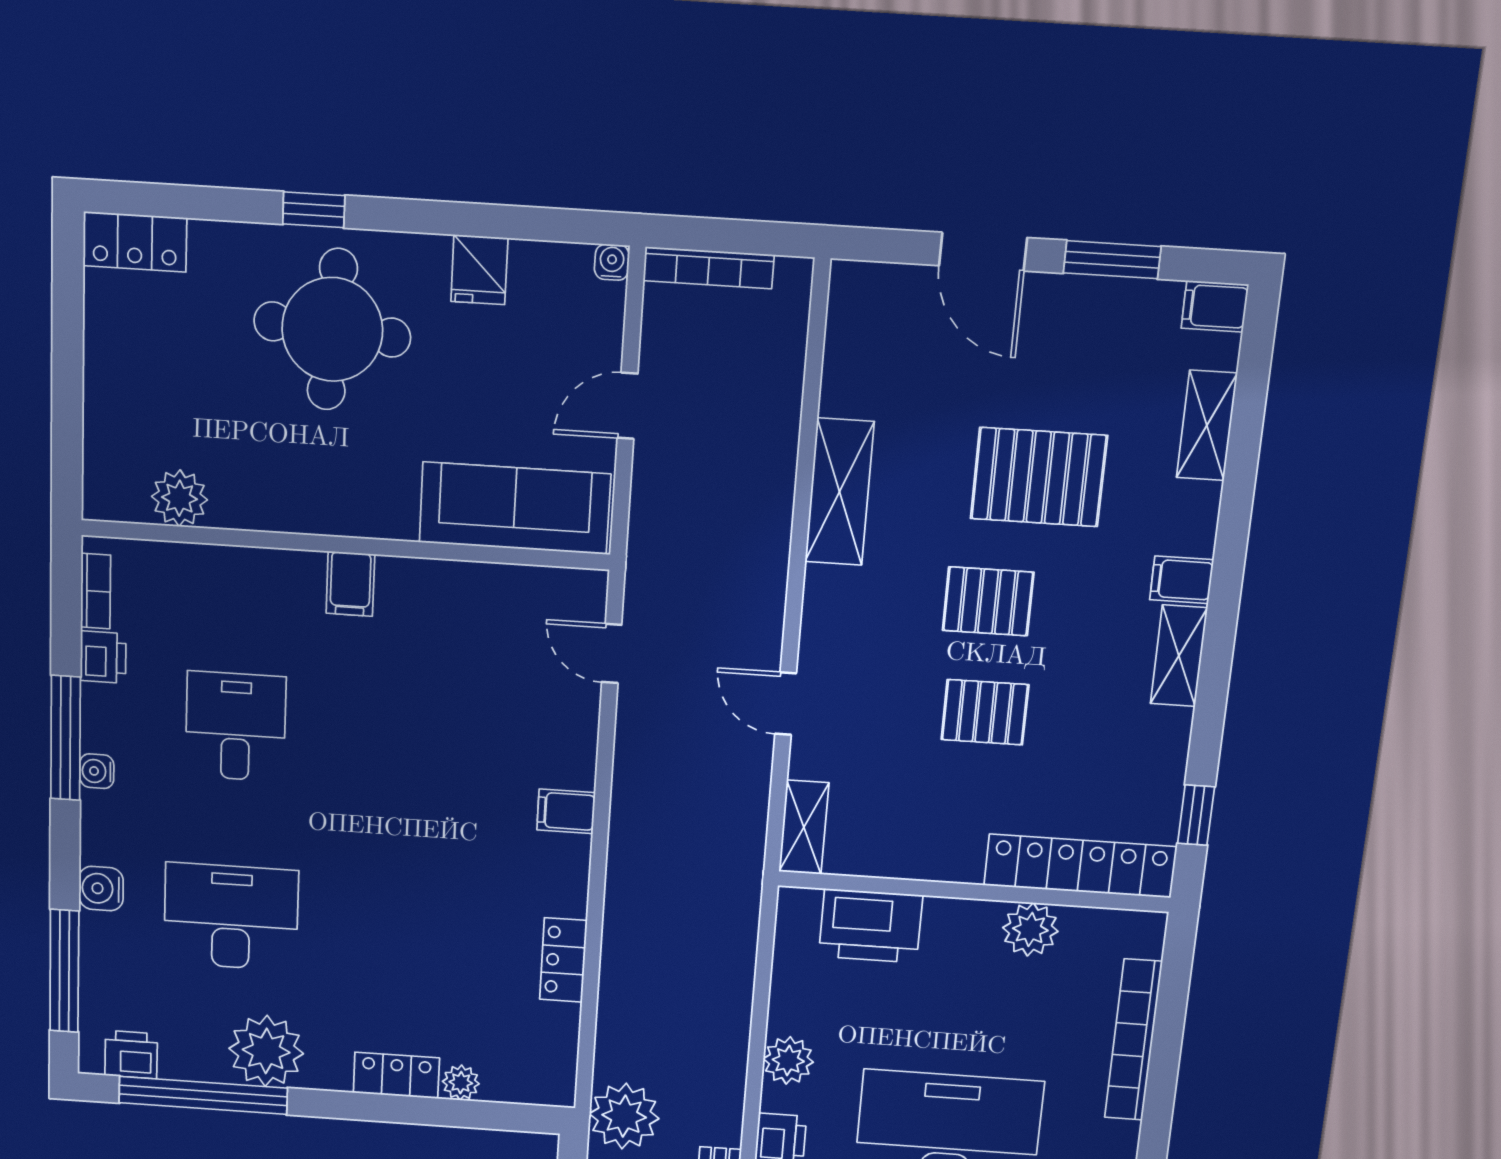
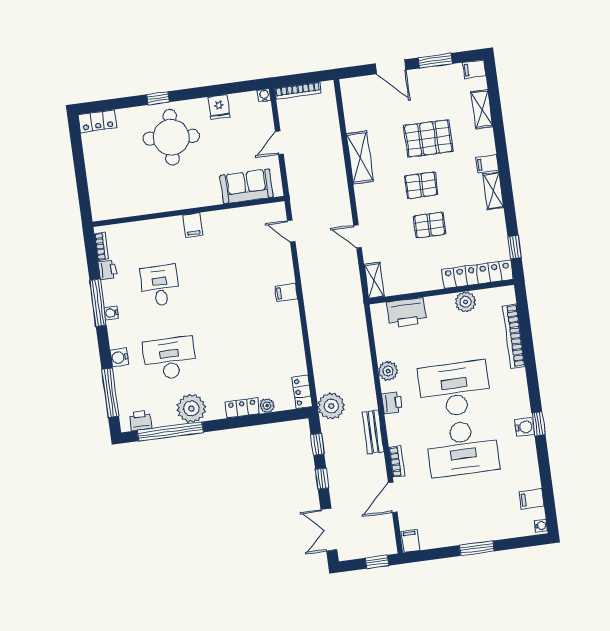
plant: (180, 498) -> (127, 207), removed
sofa: (515, 508) -> (247, 186), width x0.73
locker: (563, 960) -> (302, 392), moved

